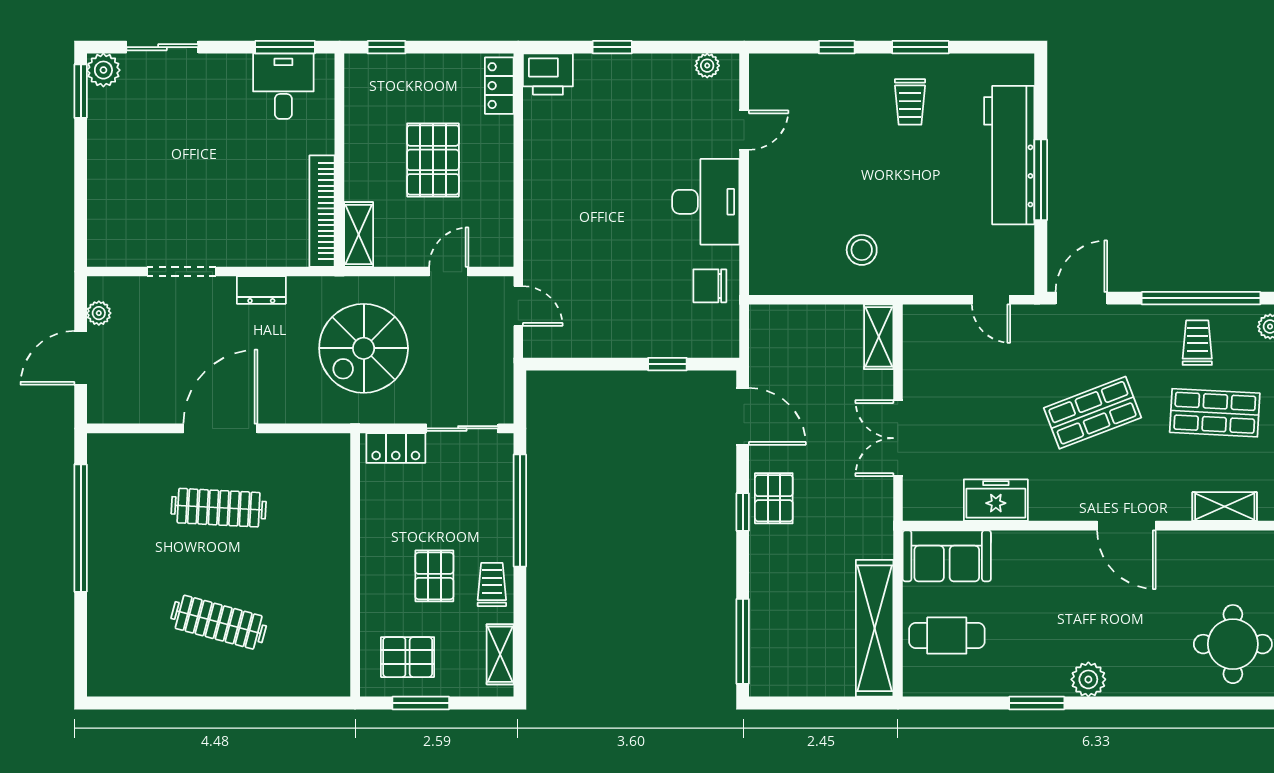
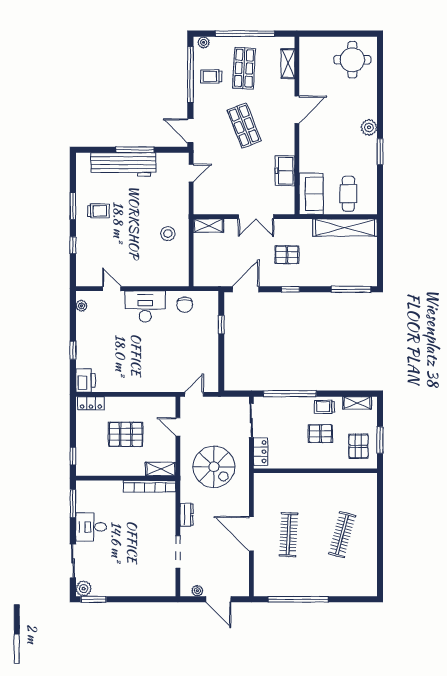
desk: (283, 86) -> (91, 527), moved
pallet: (774, 498) -> (287, 255), moved

